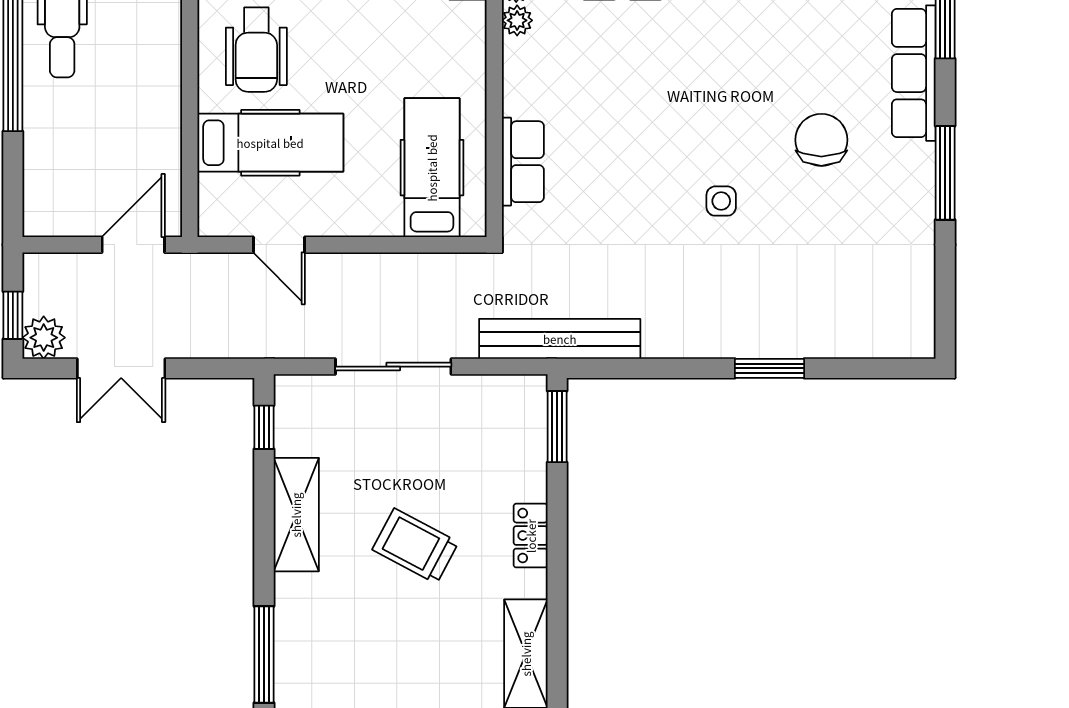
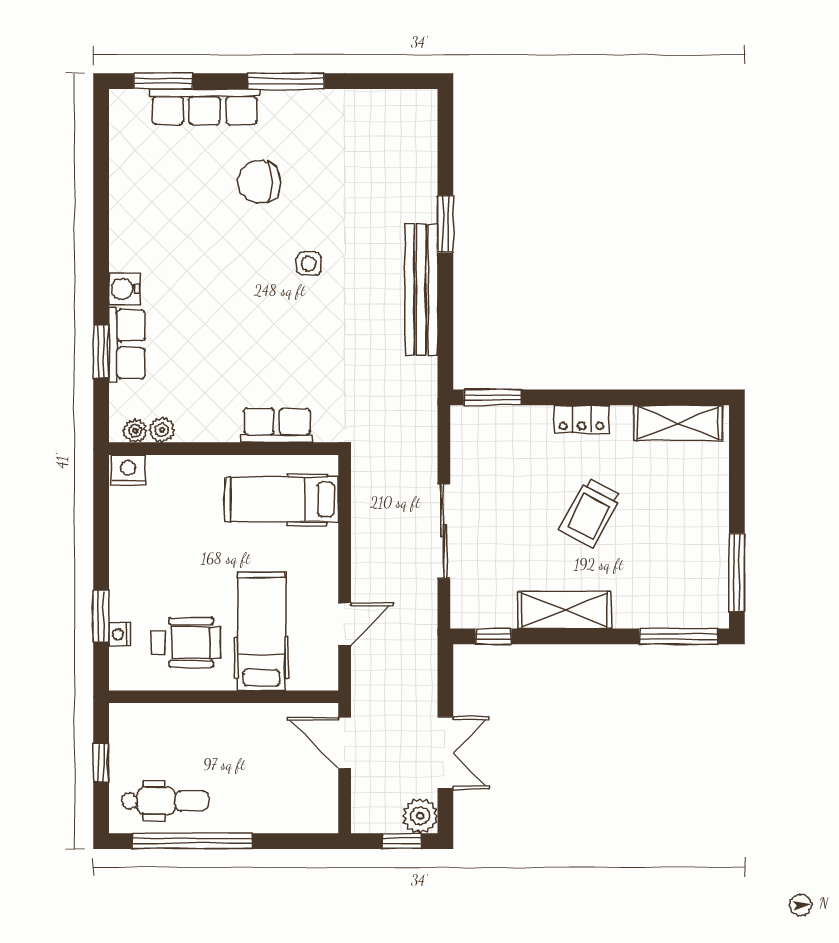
bench: (560, 339) -> (421, 289), moved

